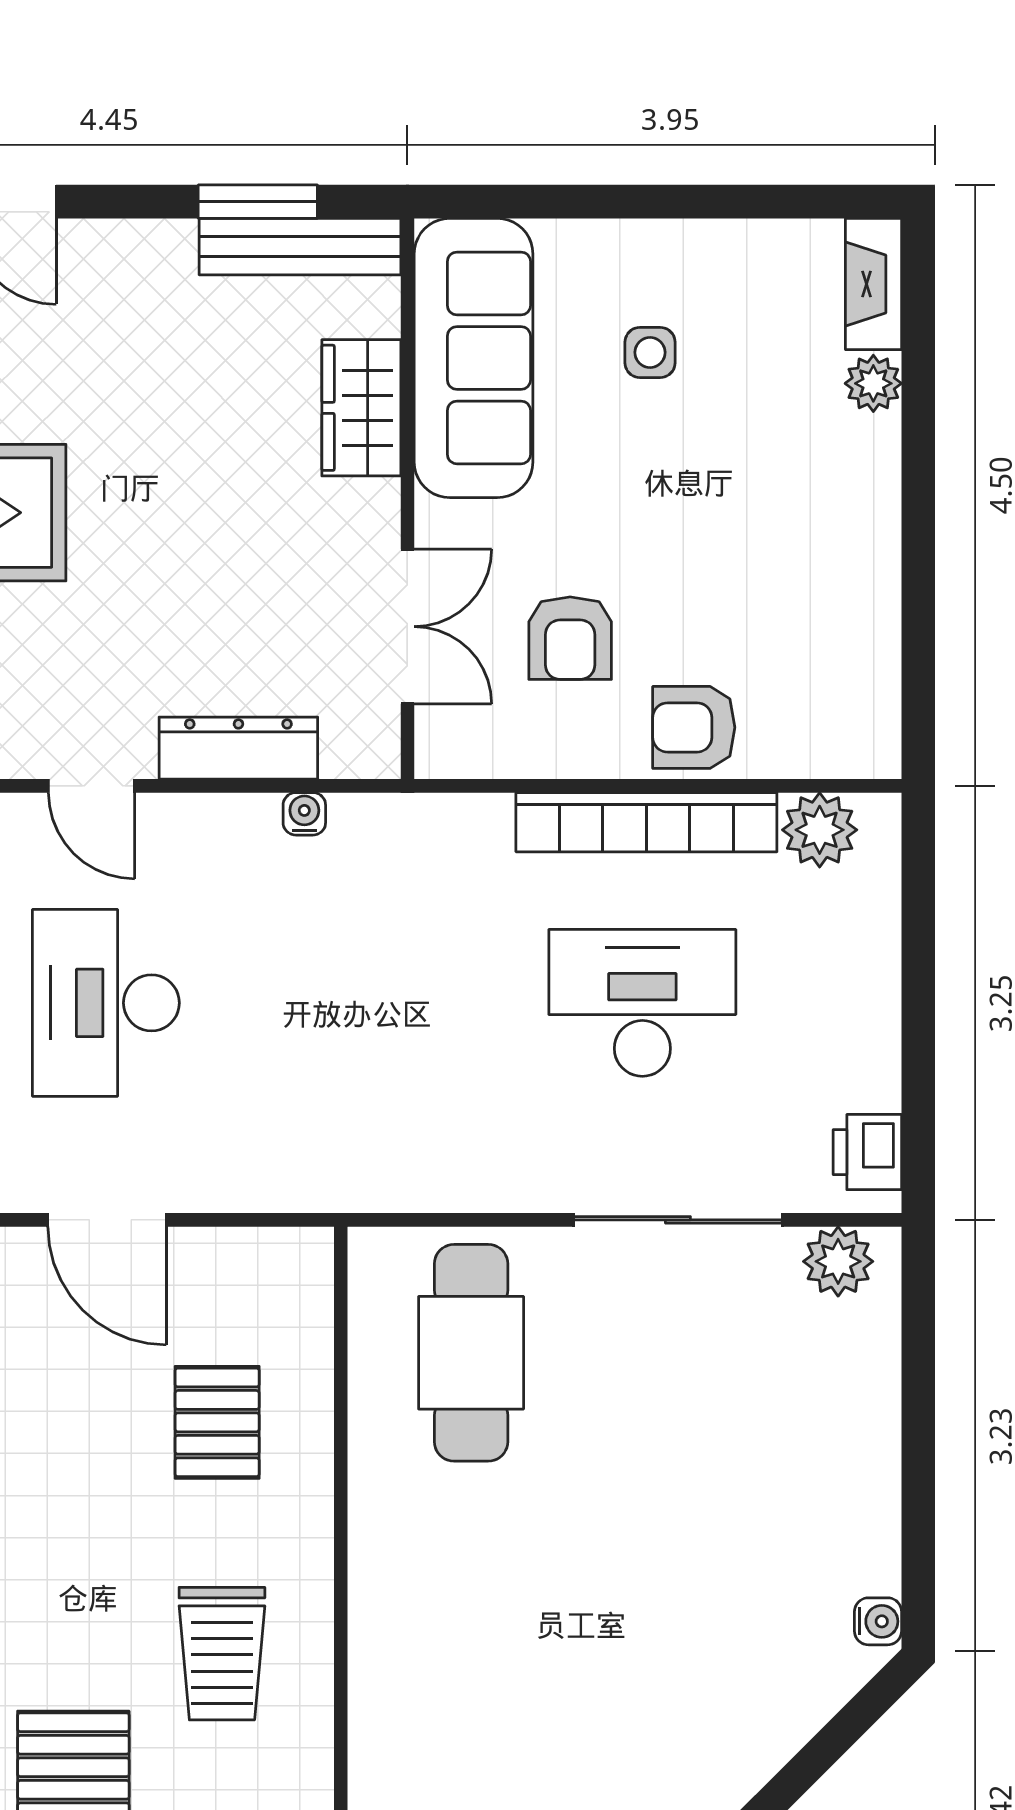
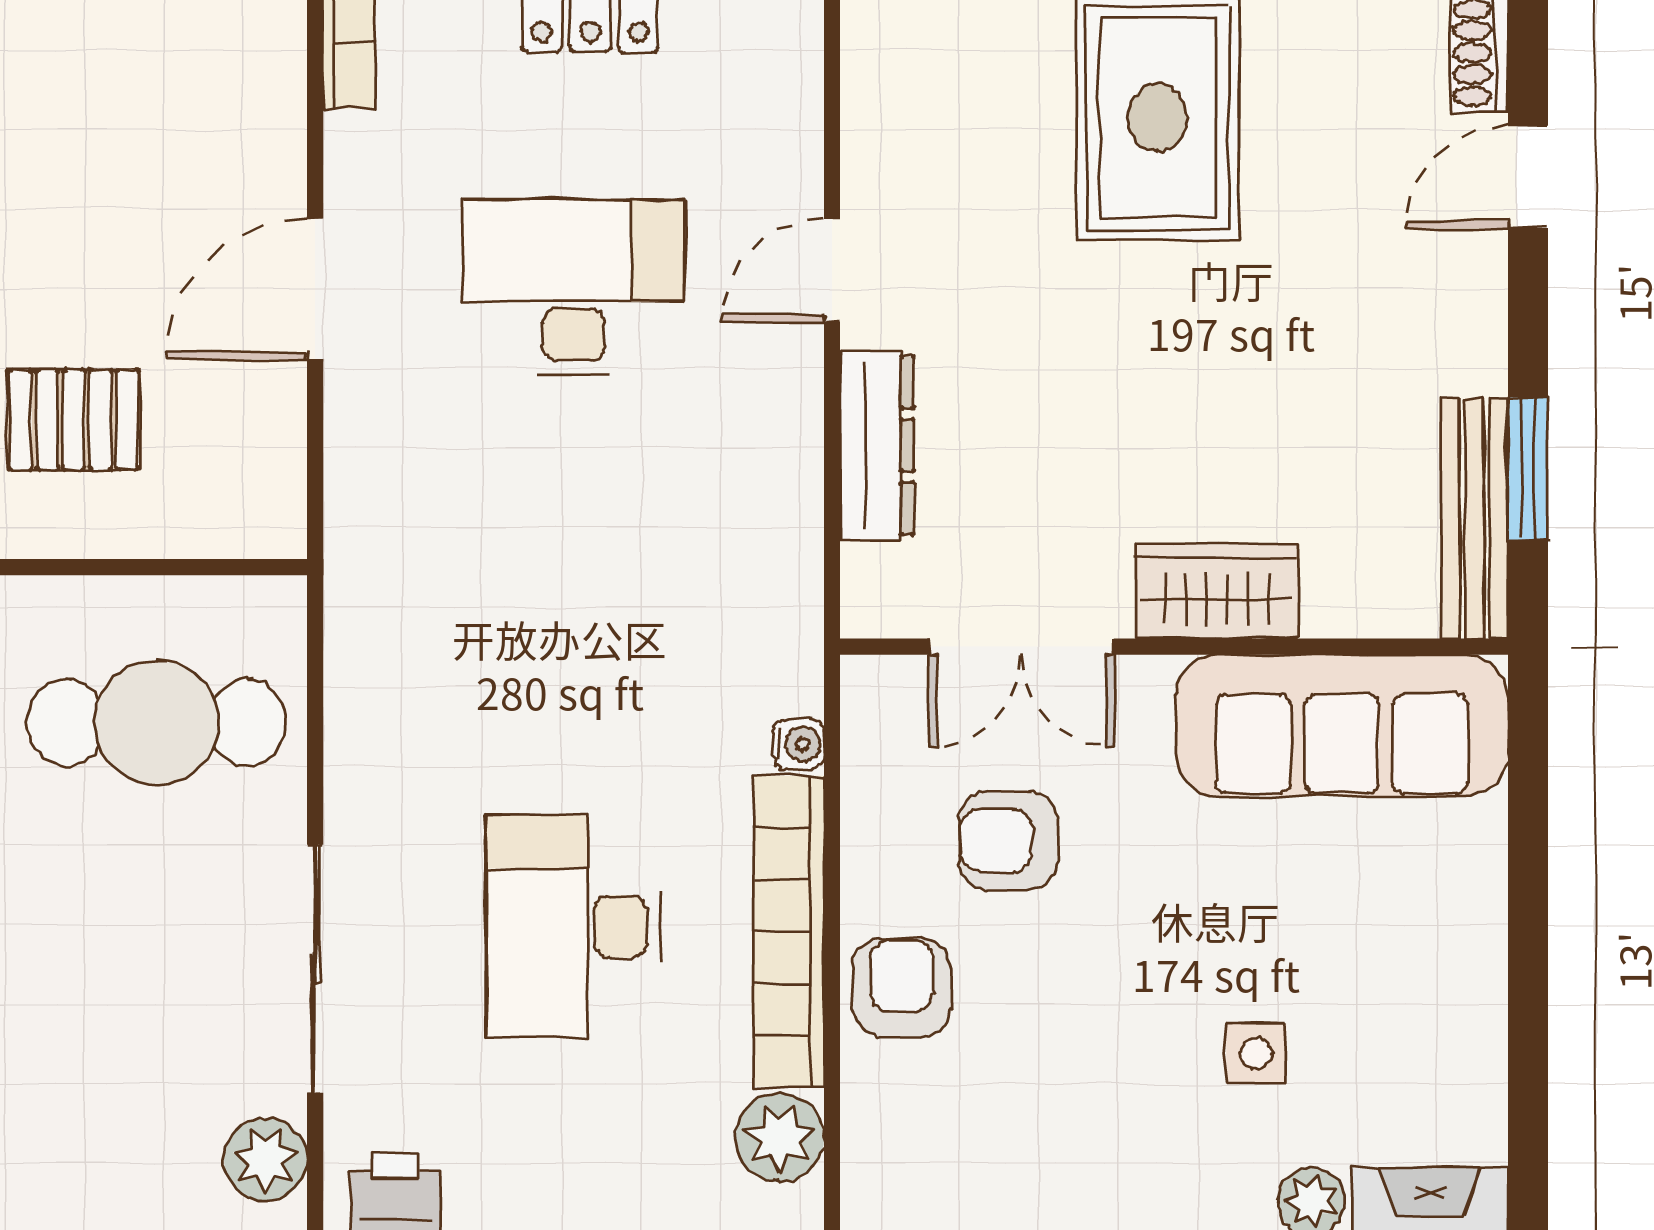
side table: (650, 352) -> (1256, 1053), moved
wardrobe: (361, 408) -> (1217, 592), moved
water cooler: (304, 814) -> (799, 744), moved
desk: (642, 1003) -> (574, 926), turned 180

